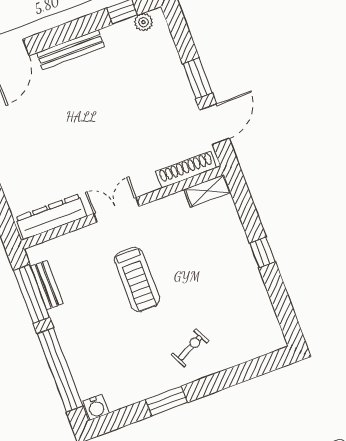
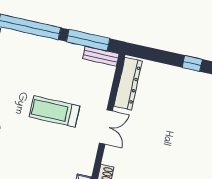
bench: (47, 285) -> (101, 56), moved

